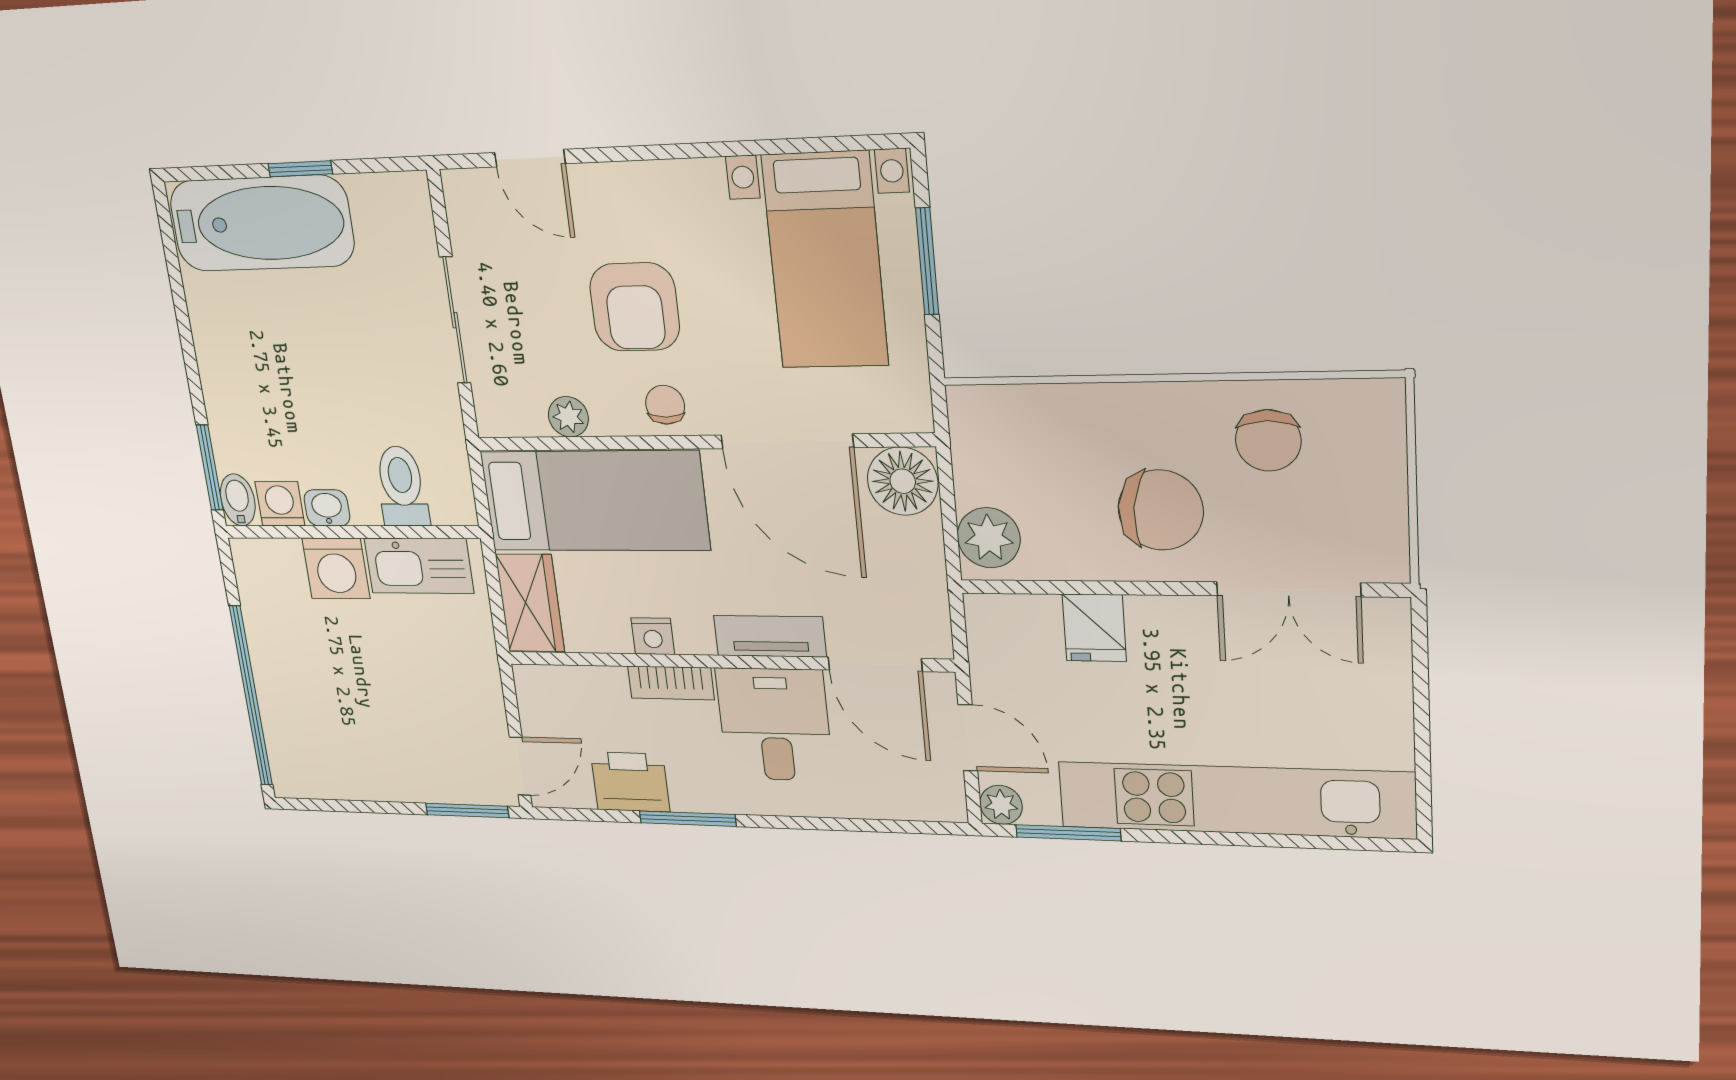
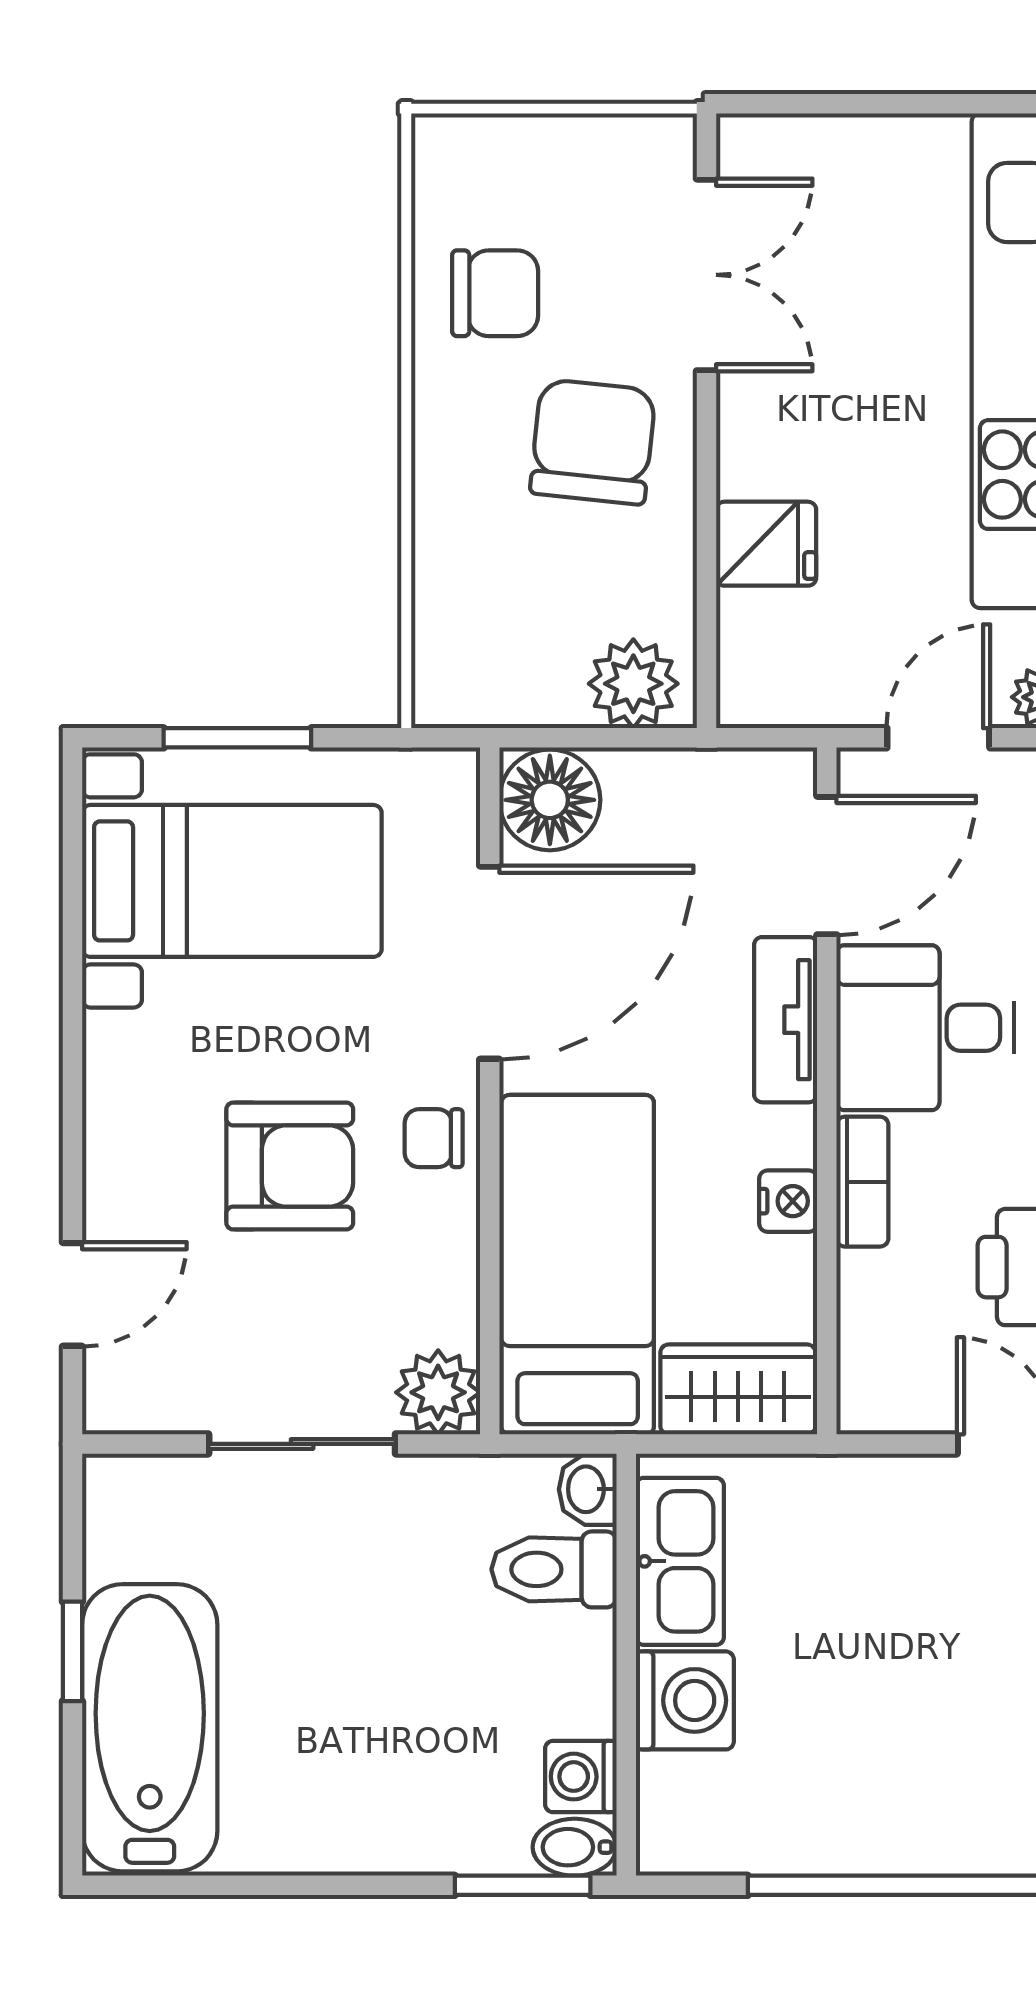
plant: (568, 417) -> (438, 1392), moved, width x1.38, depth x1.38
washbasin: (327, 508) -> (588, 1489), moved

